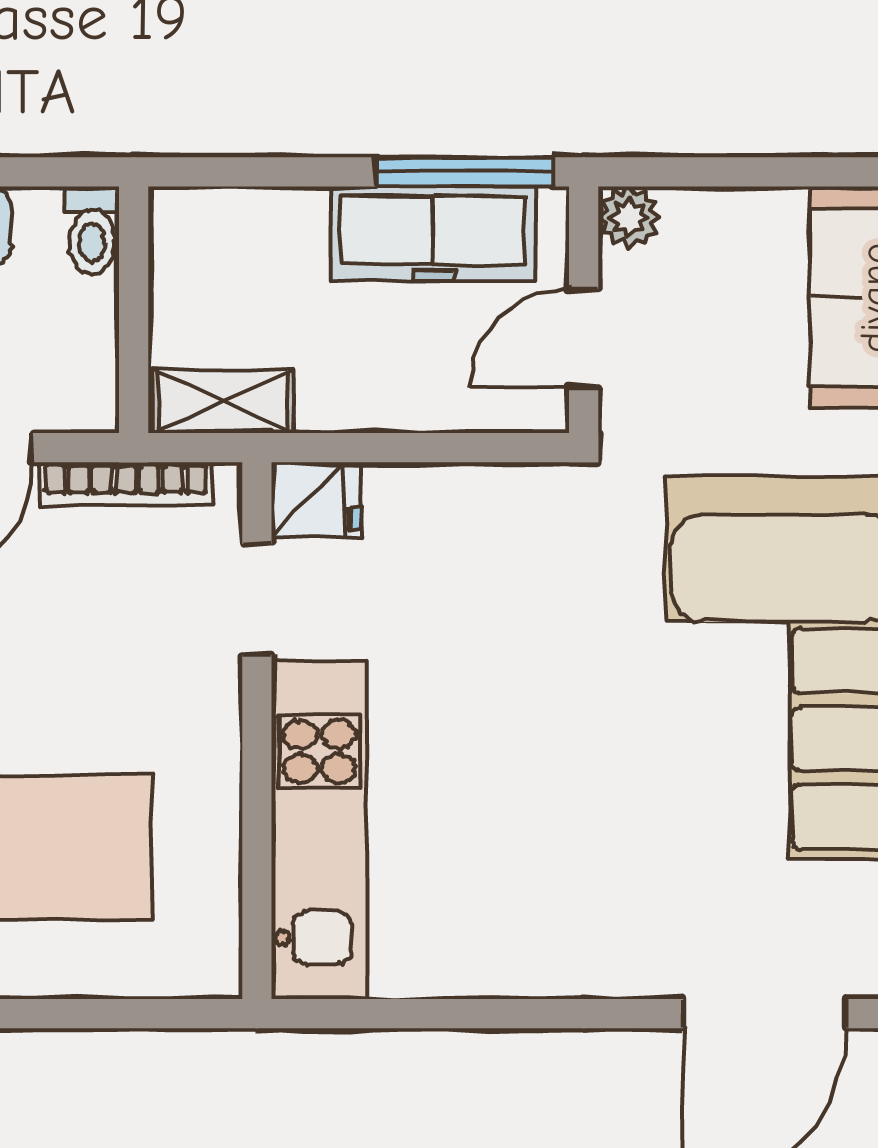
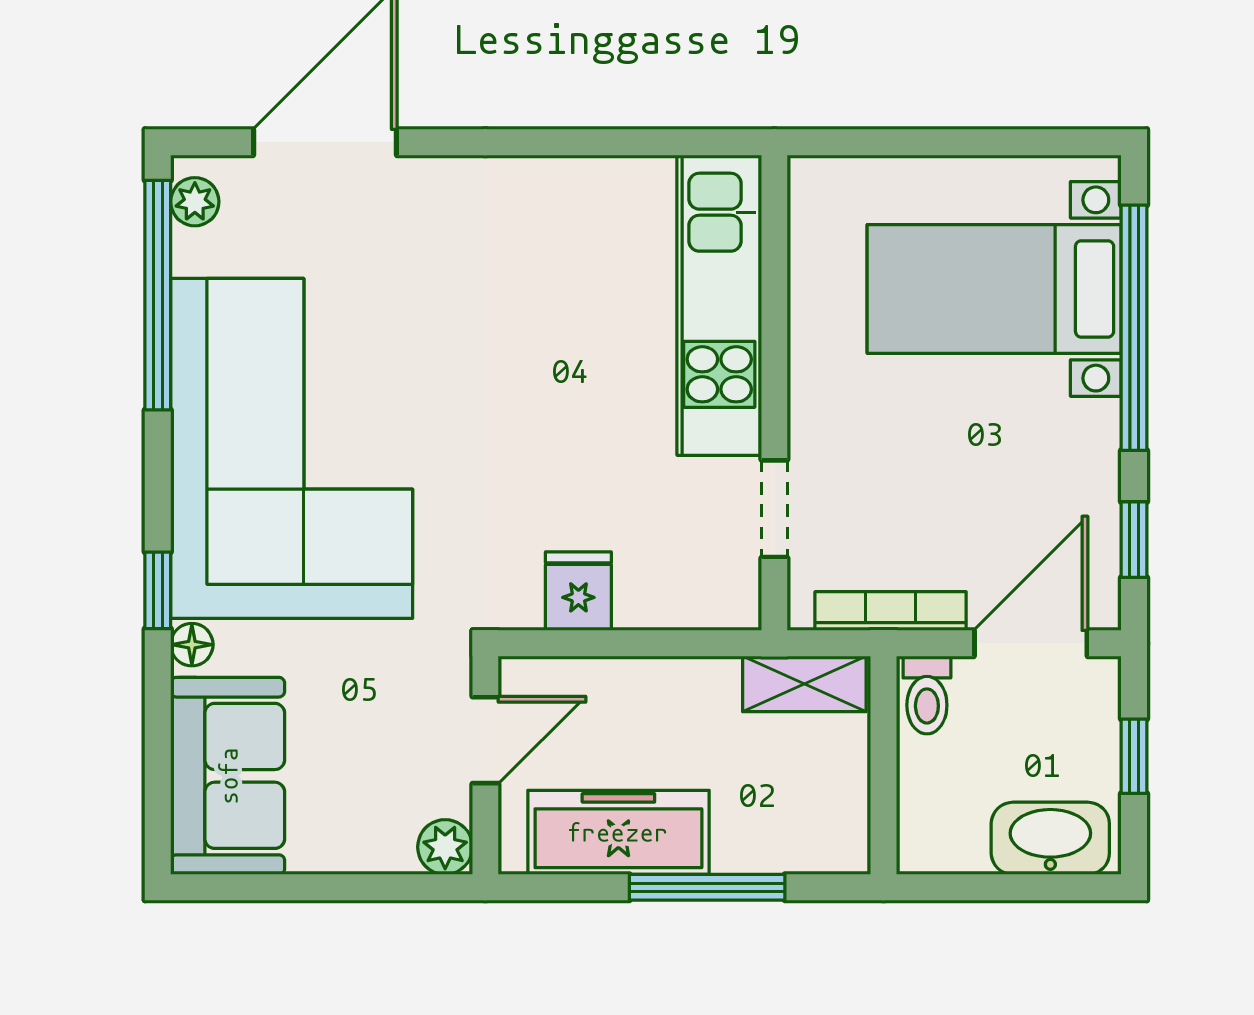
window: (465, 172) -> (707, 887), moved
toilet: (92, 230) -> (927, 695), moved, turned 180
fridge: (316, 499) -> (578, 591), moved, turned 90

